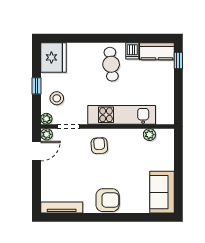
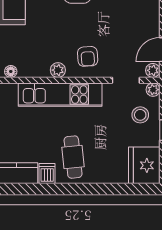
floor lamp: (162, 133) -> (11, 71), added
plant: (149, 135) -> (58, 70), moved

